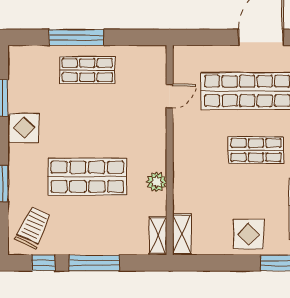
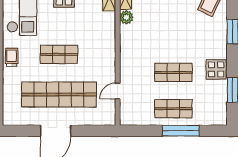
shop shelf: (87, 177) -> (173, 72), moved, width x0.70, depth x0.74
plant: (157, 182) -> (126, 17), moved

